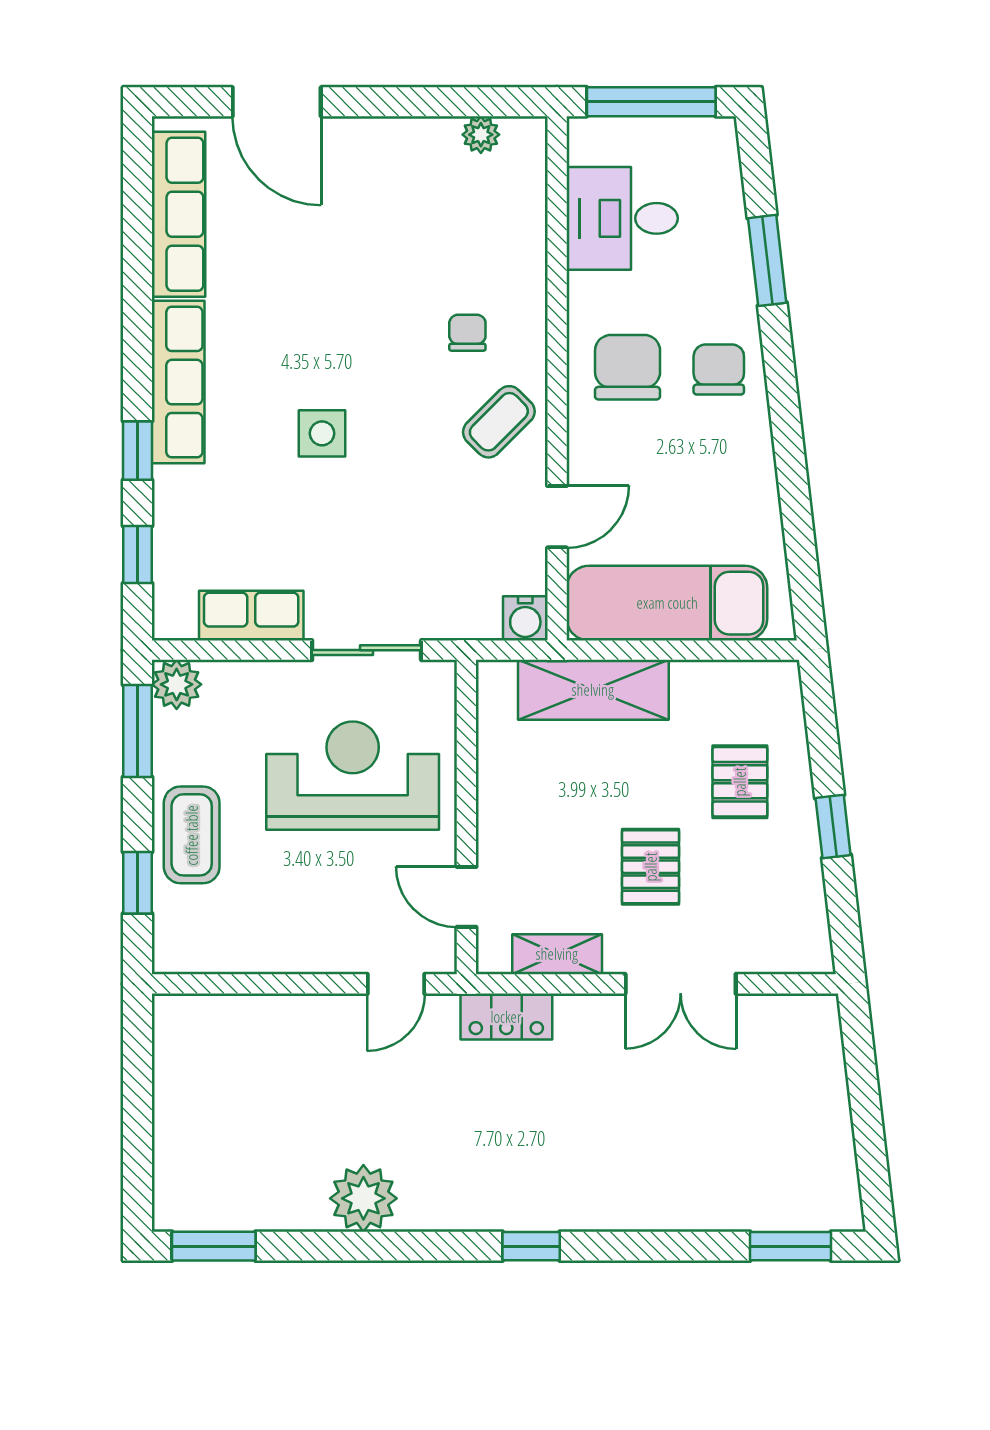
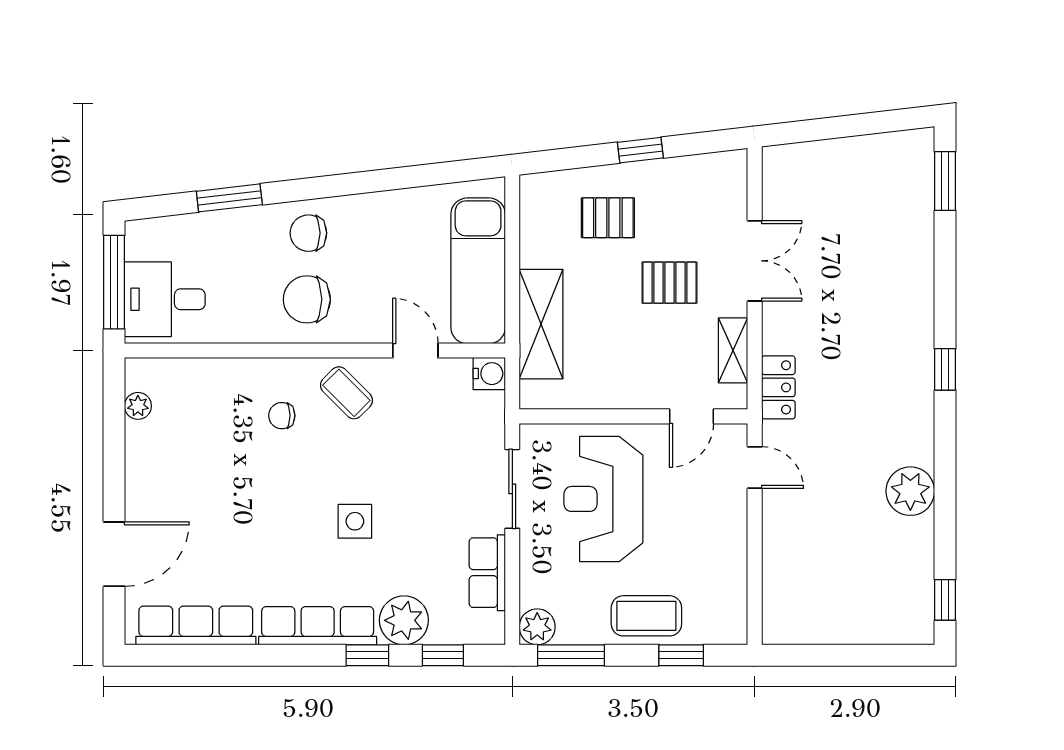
desk: (622, 218) -> (165, 299), moved, turned 90
plant: (186, 501) -> (404, 620), added
window: (214, 1246) -> (945, 600), width x0.67

